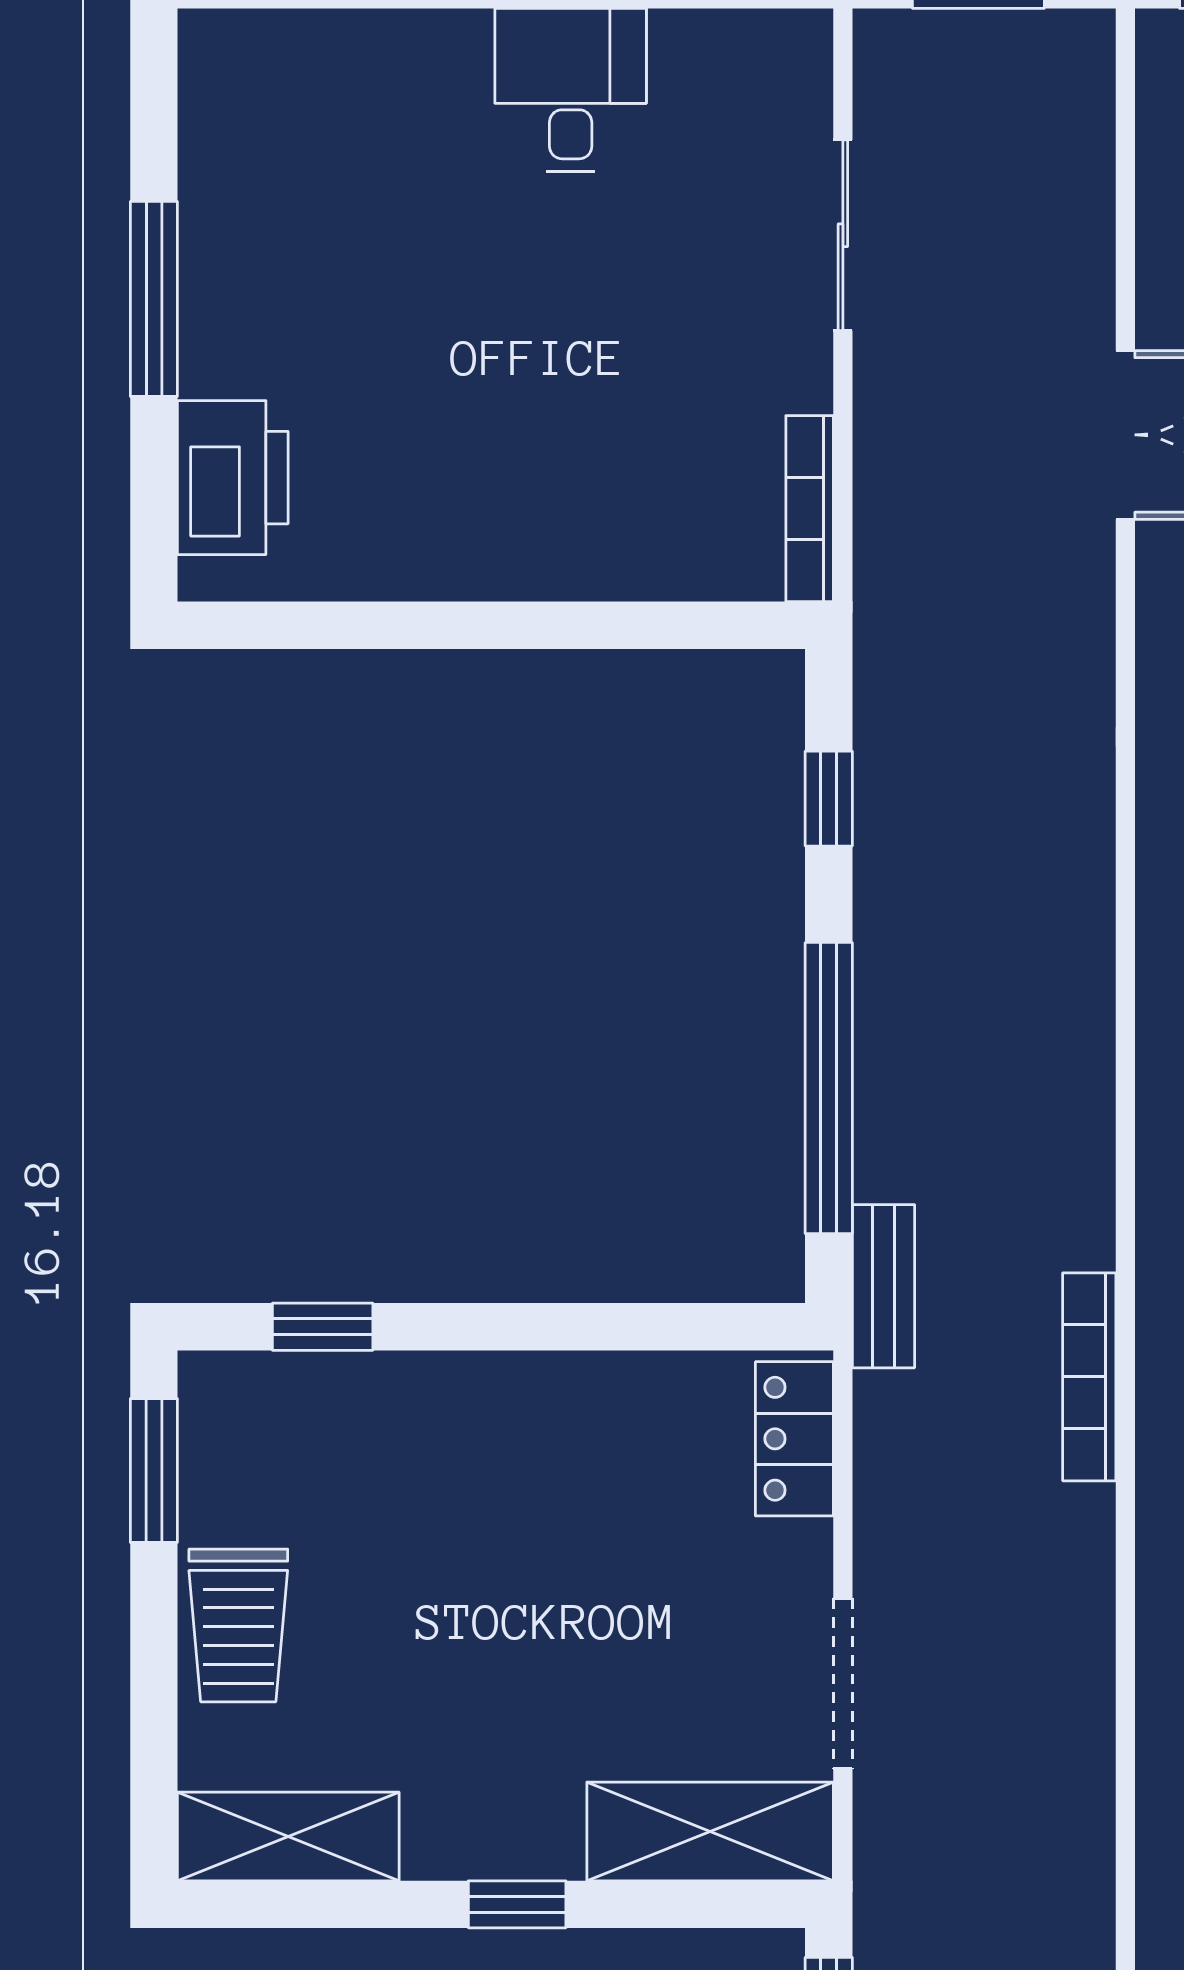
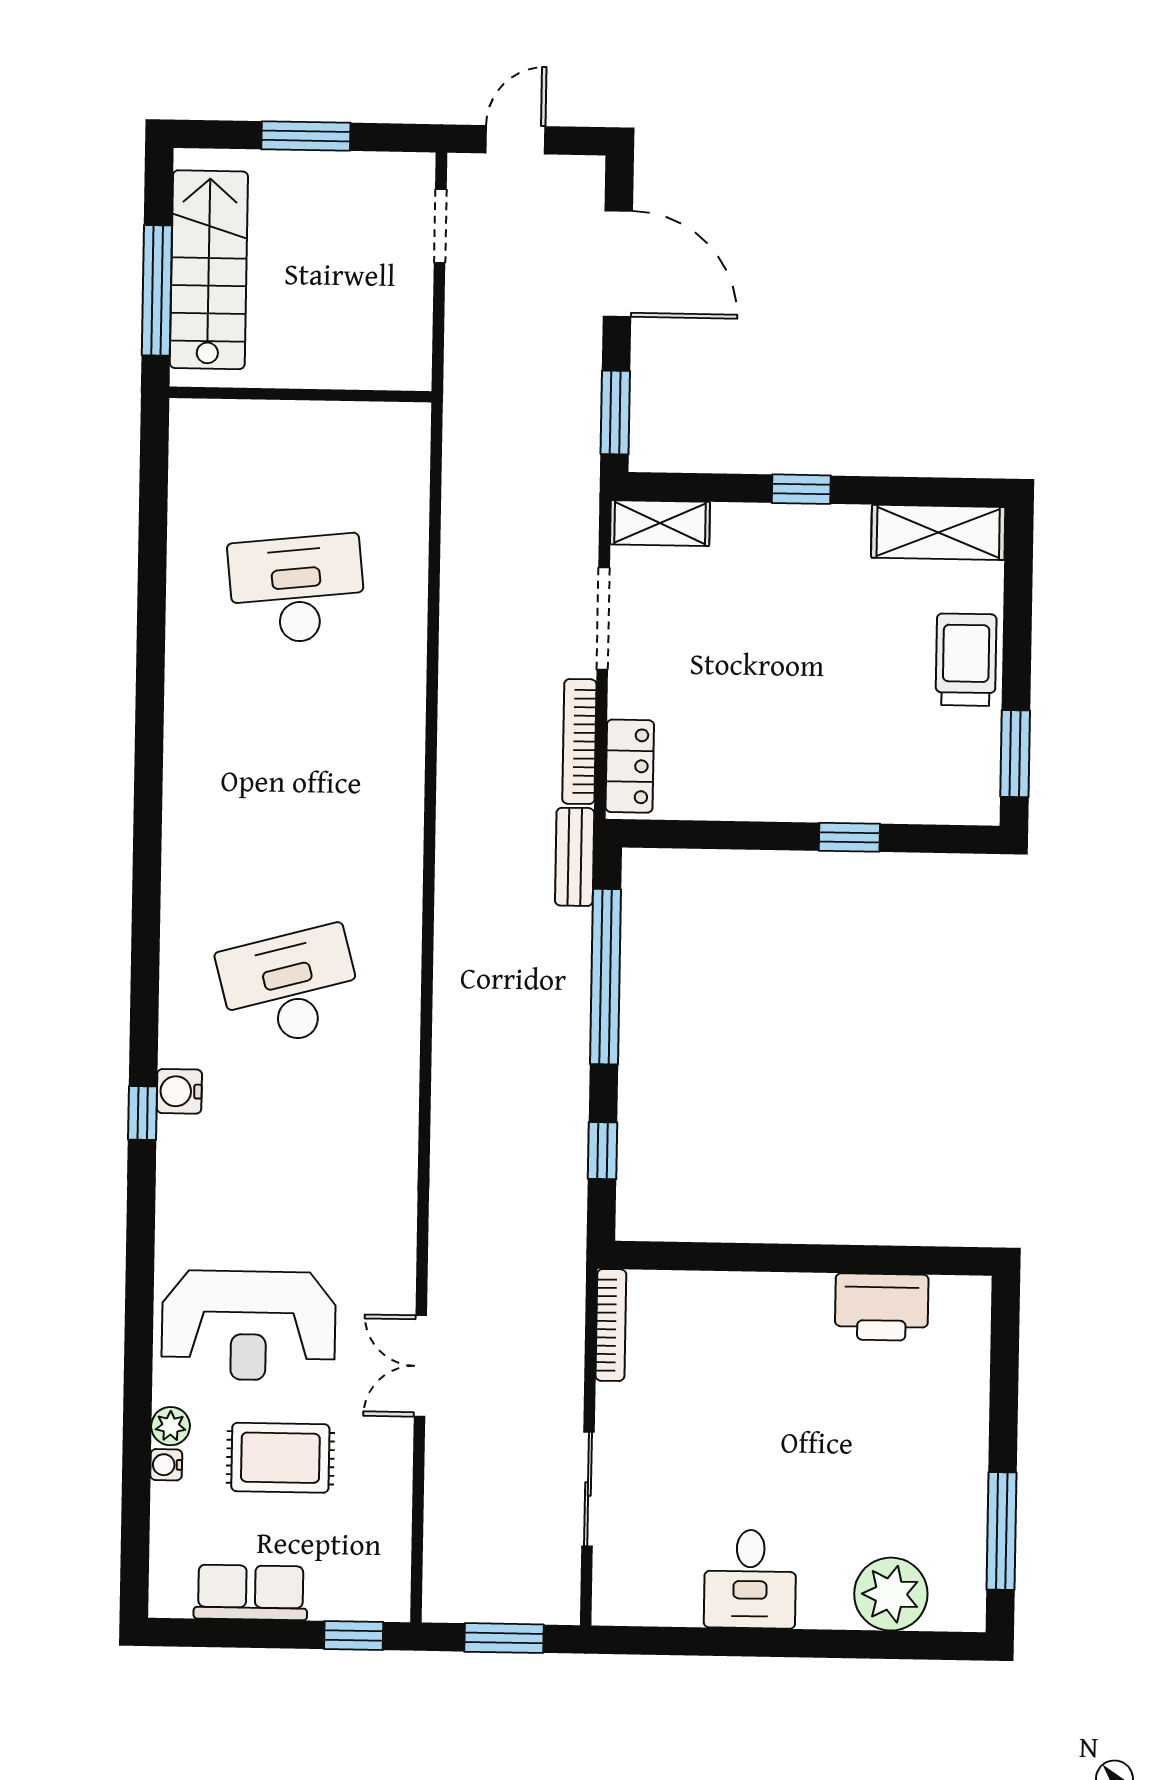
plant: (336, 69) -> (891, 1594), added
window: (154, 299) -> (1002, 1531), moved
printer: (233, 478) -> (882, 1307), moved, turned -90
window: (323, 1327) -> (849, 837), moved
bookcase: (1089, 1377) -> (579, 742), moved, turned 180
shelving: (710, 1831) -> (660, 523), width x0.67, depth x0.75

